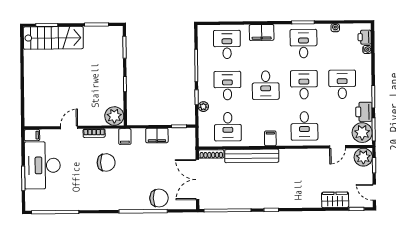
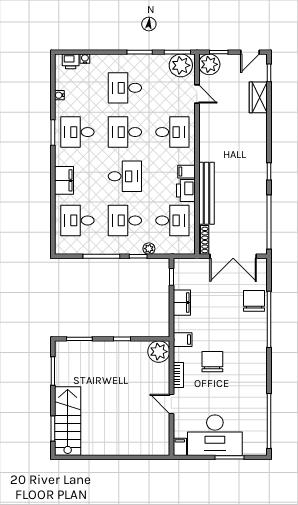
printer: (364, 112) -> (186, 190), moved, turned 90

